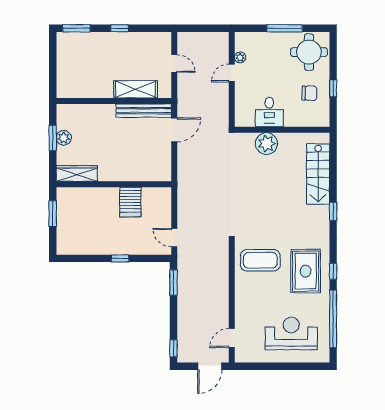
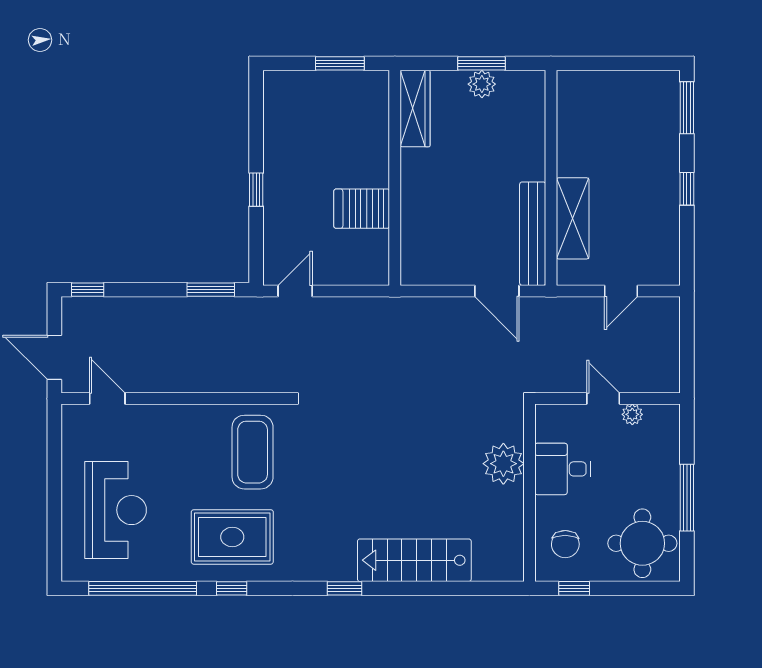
desk: (269, 112) -> (563, 469), moved
wall: (282, 130) -> (529, 493), moved
plant: (267, 144) -> (503, 464), moved

